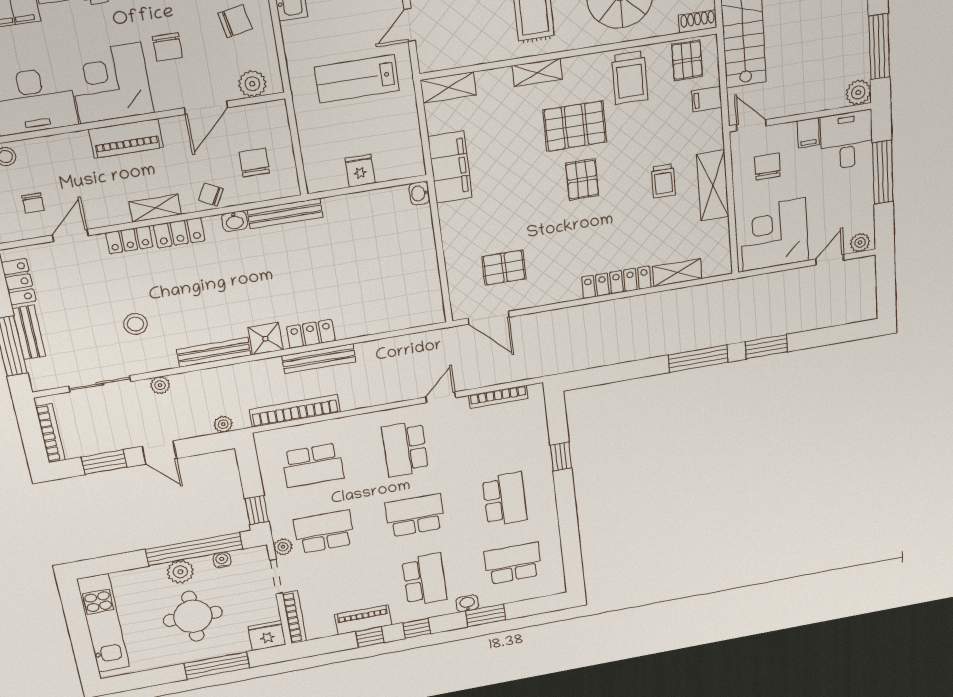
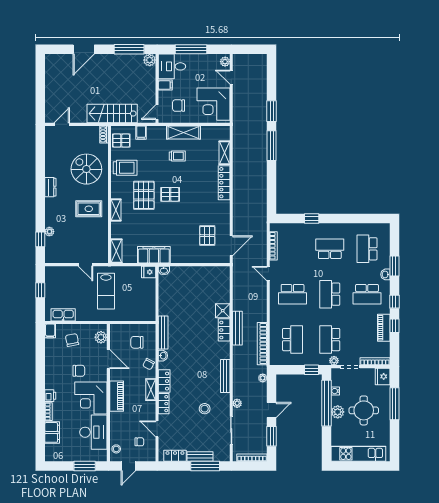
fridge: (360, 171) -> (149, 272), moved
shower: (265, 339) -> (223, 311), moved
school desk: (424, 580) -> (367, 294), turned 180

